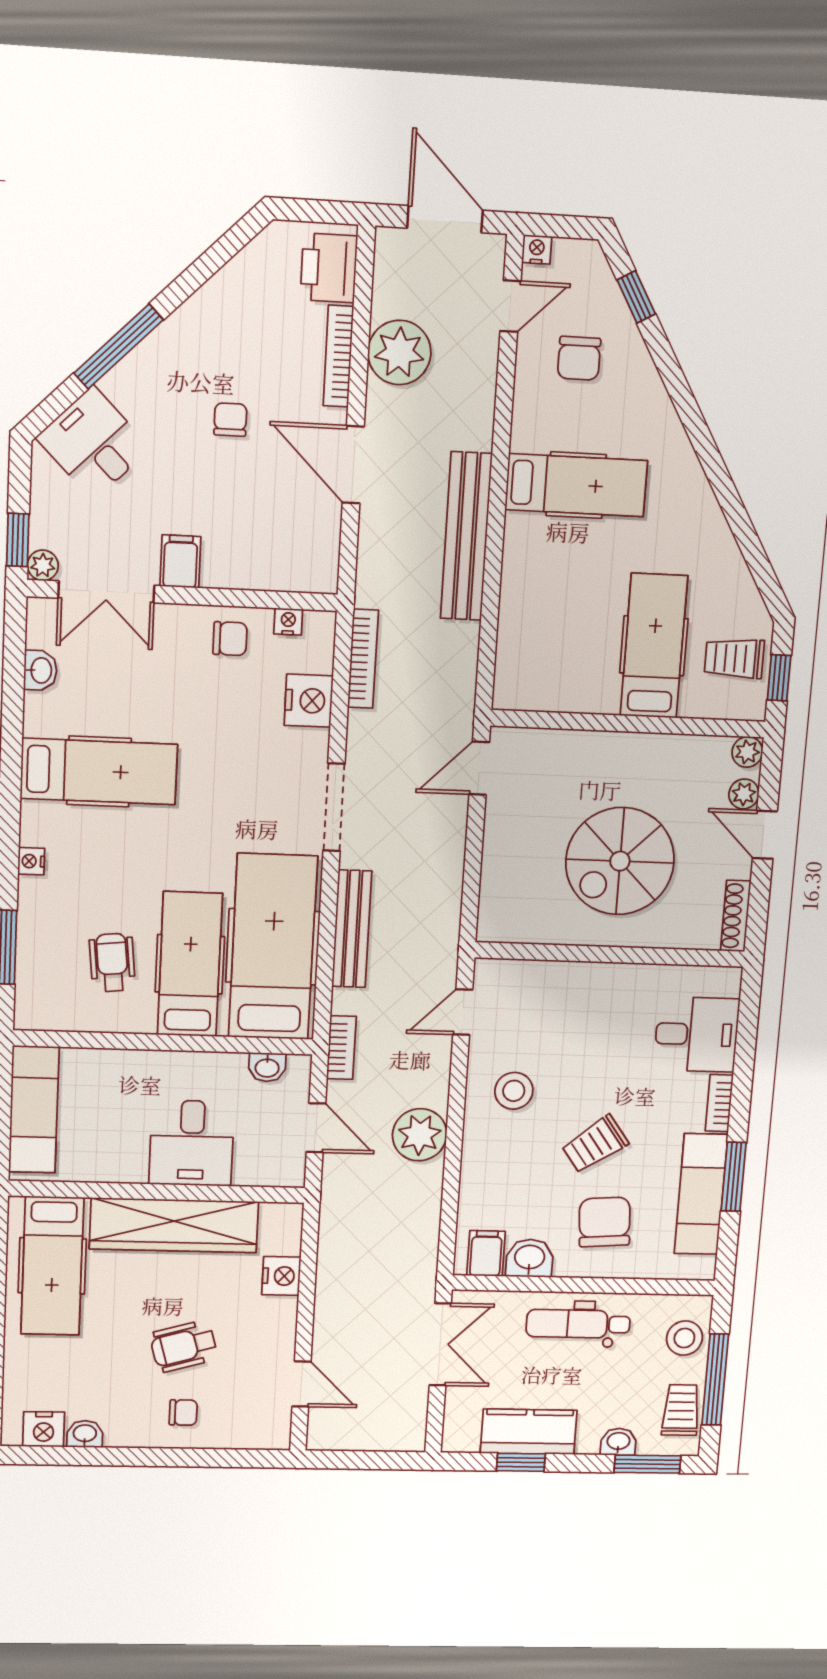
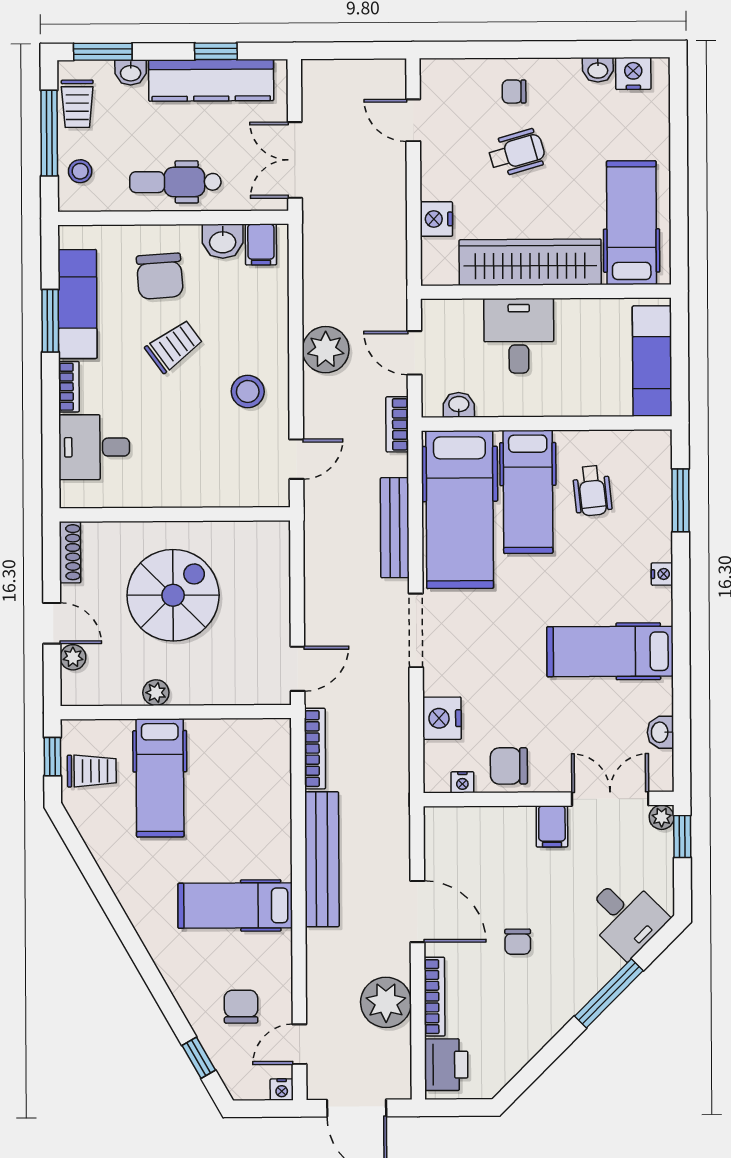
chair: (230, 639) -> (509, 766), width x1.37, depth x1.37
bookcase: (363, 659) -> (315, 749), moved, turned 180
plant: (747, 752) -> (156, 693), moved
dental chair: (578, 1324) -> (175, 182), turned 180
stool: (684, 1338) -> (80, 171), width x0.73, depth x0.73
kitchen counter: (529, 1432) -> (211, 80), width x1.50

